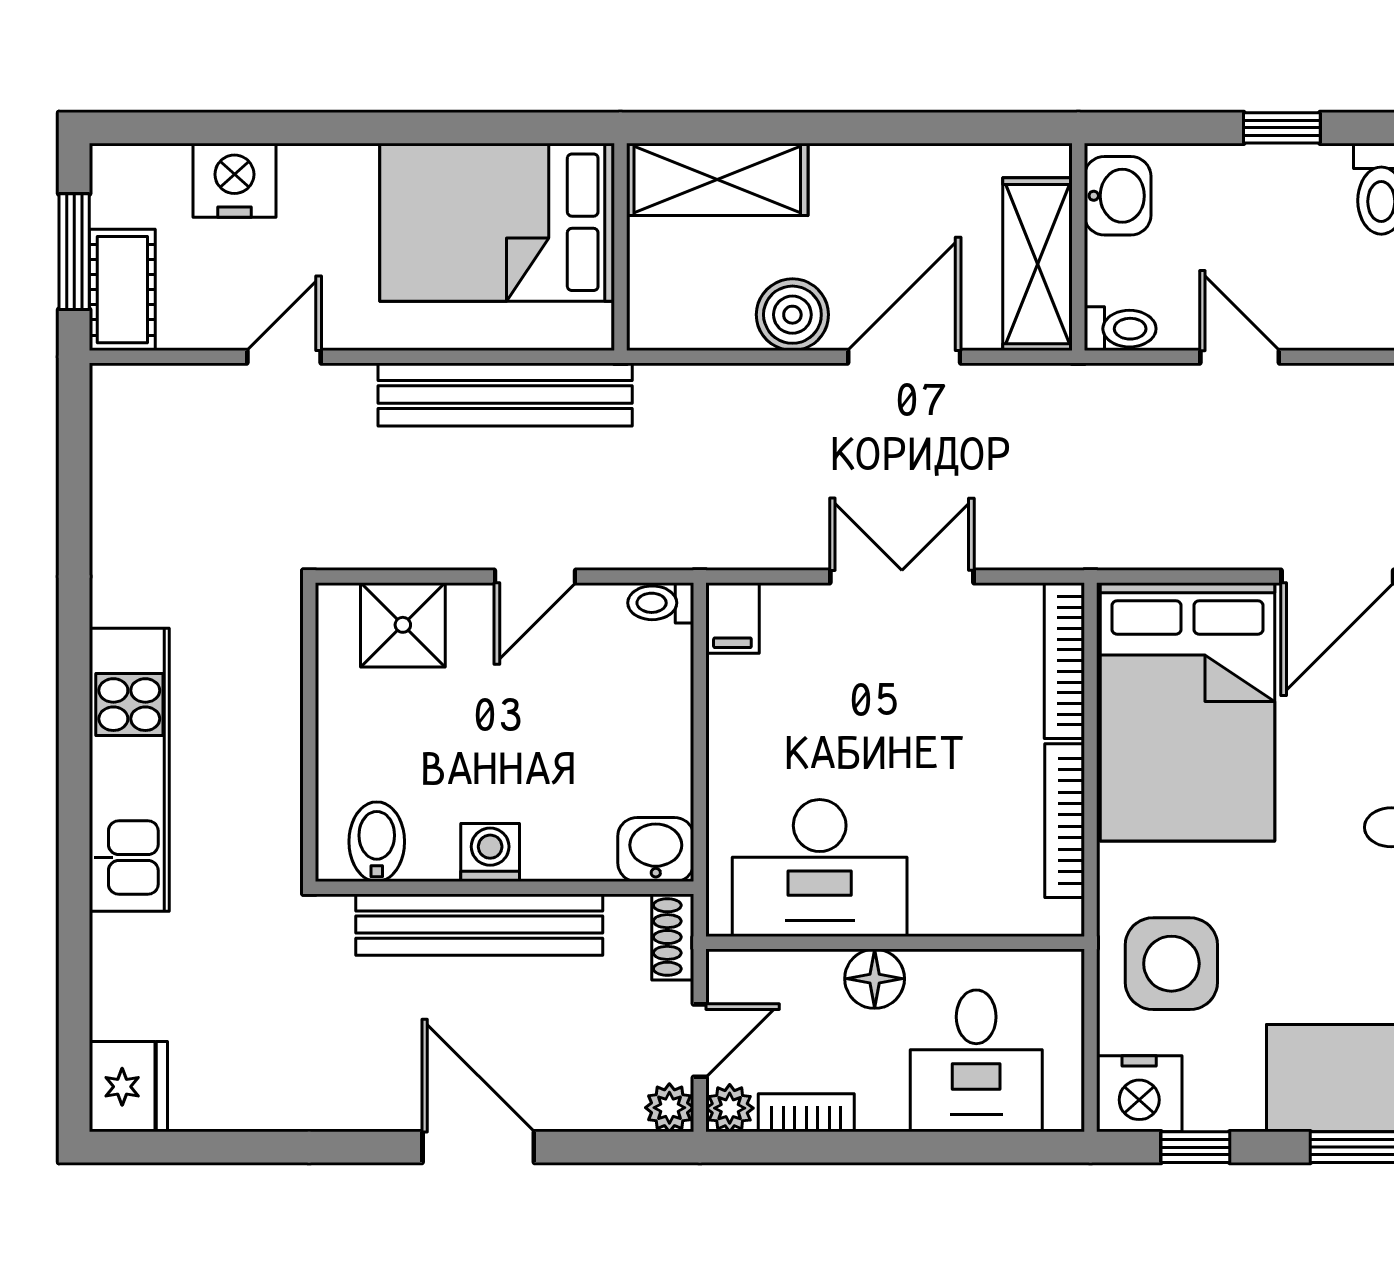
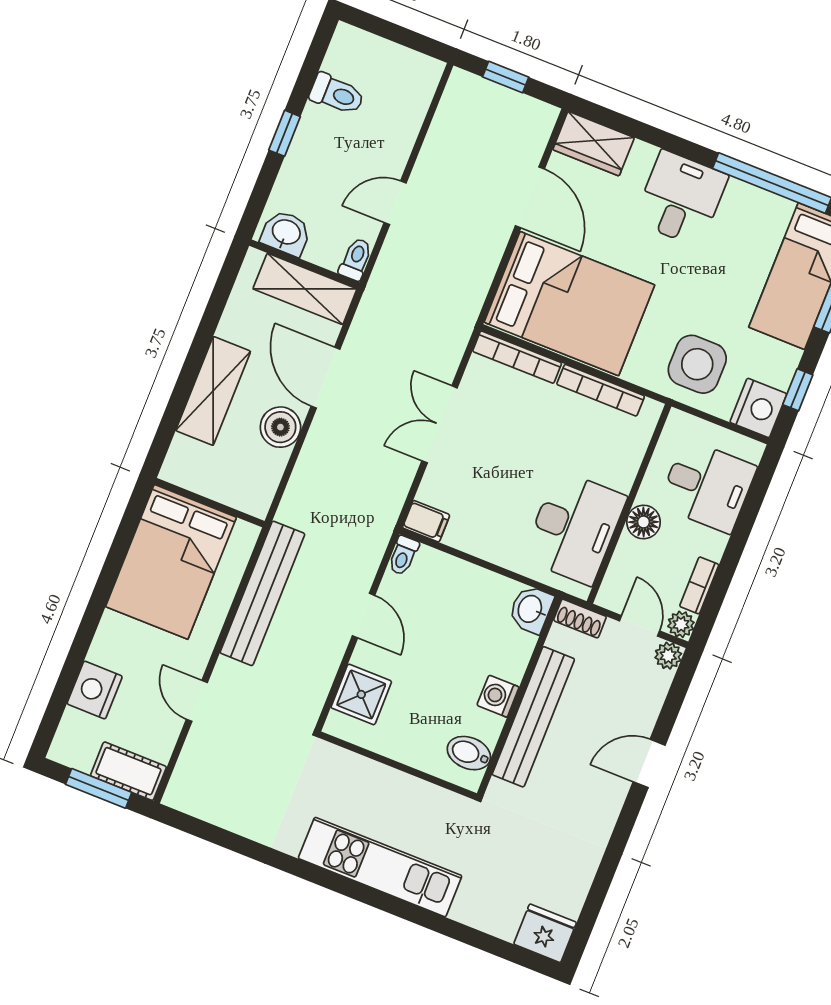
shelving: (717, 179) -> (213, 391), moved
door: (478, 1147) -> (649, 763), width x0.73

